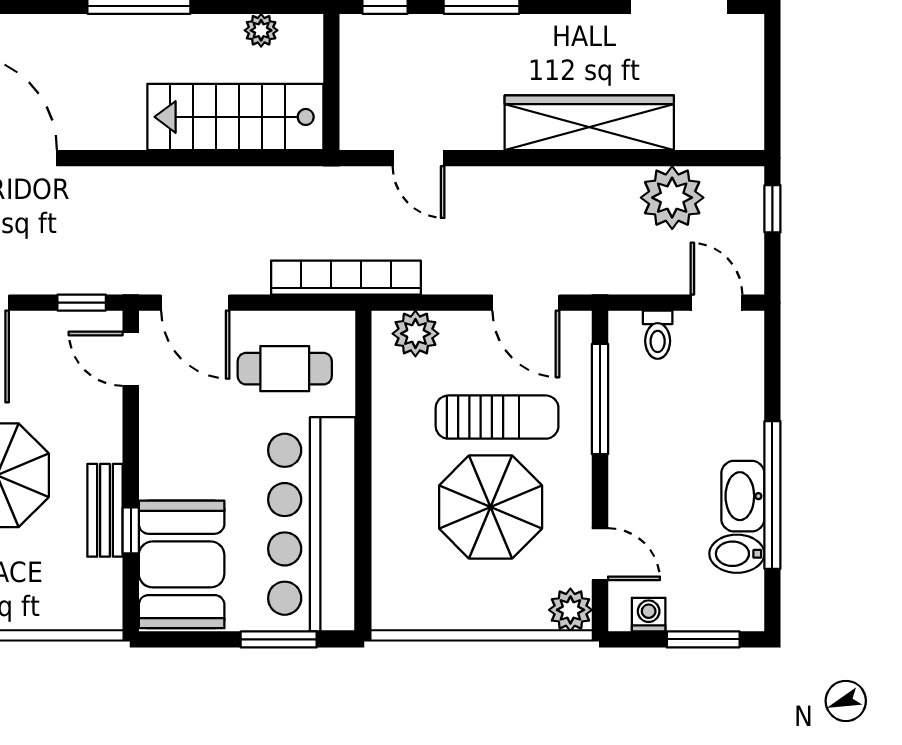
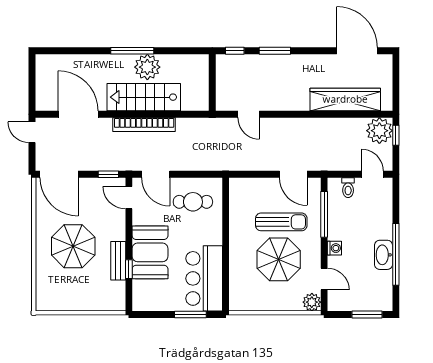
plant: (261, 30) -> (147, 67), moved, width x1.88, depth x1.88
stairs: (235, 117) -> (144, 97), moved
wardrobe: (589, 123) -> (345, 99), moved
plant: (672, 198) -> (379, 131), moved
bookcase: (346, 278) -> (144, 125), moved, turned 180
plant: (415, 334) -> (247, 187), removed
bar counter: (312, 524) -> (204, 278), width x0.73
bidet: (737, 554) -> (381, 279), removed
booth: (182, 564) -> (150, 252), moved
washing machine: (649, 615) -> (334, 248), moved, turned 90

